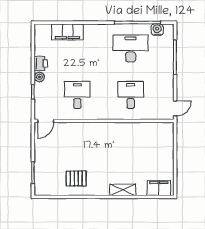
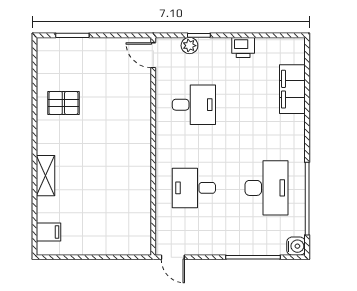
water cooler: (157, 30) -> (296, 246), moved
plant: (39, 77) -> (189, 46), moved
desk: (131, 95) -> (194, 188), turned 180
pallet: (76, 178) -> (63, 103), turned 90
filing cabinet: (159, 188) -> (49, 232), width x0.50

